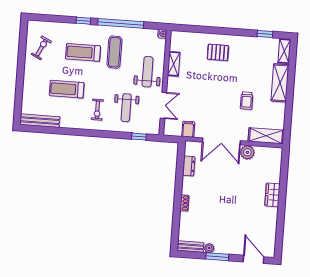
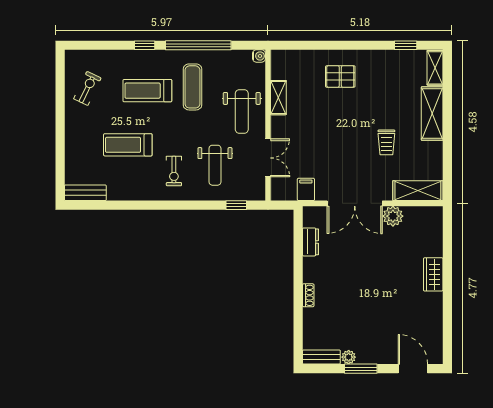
weight bench: (148, 72) -> (242, 111), turned 180
bench: (40, 121) -> (85, 193), width x0.73

